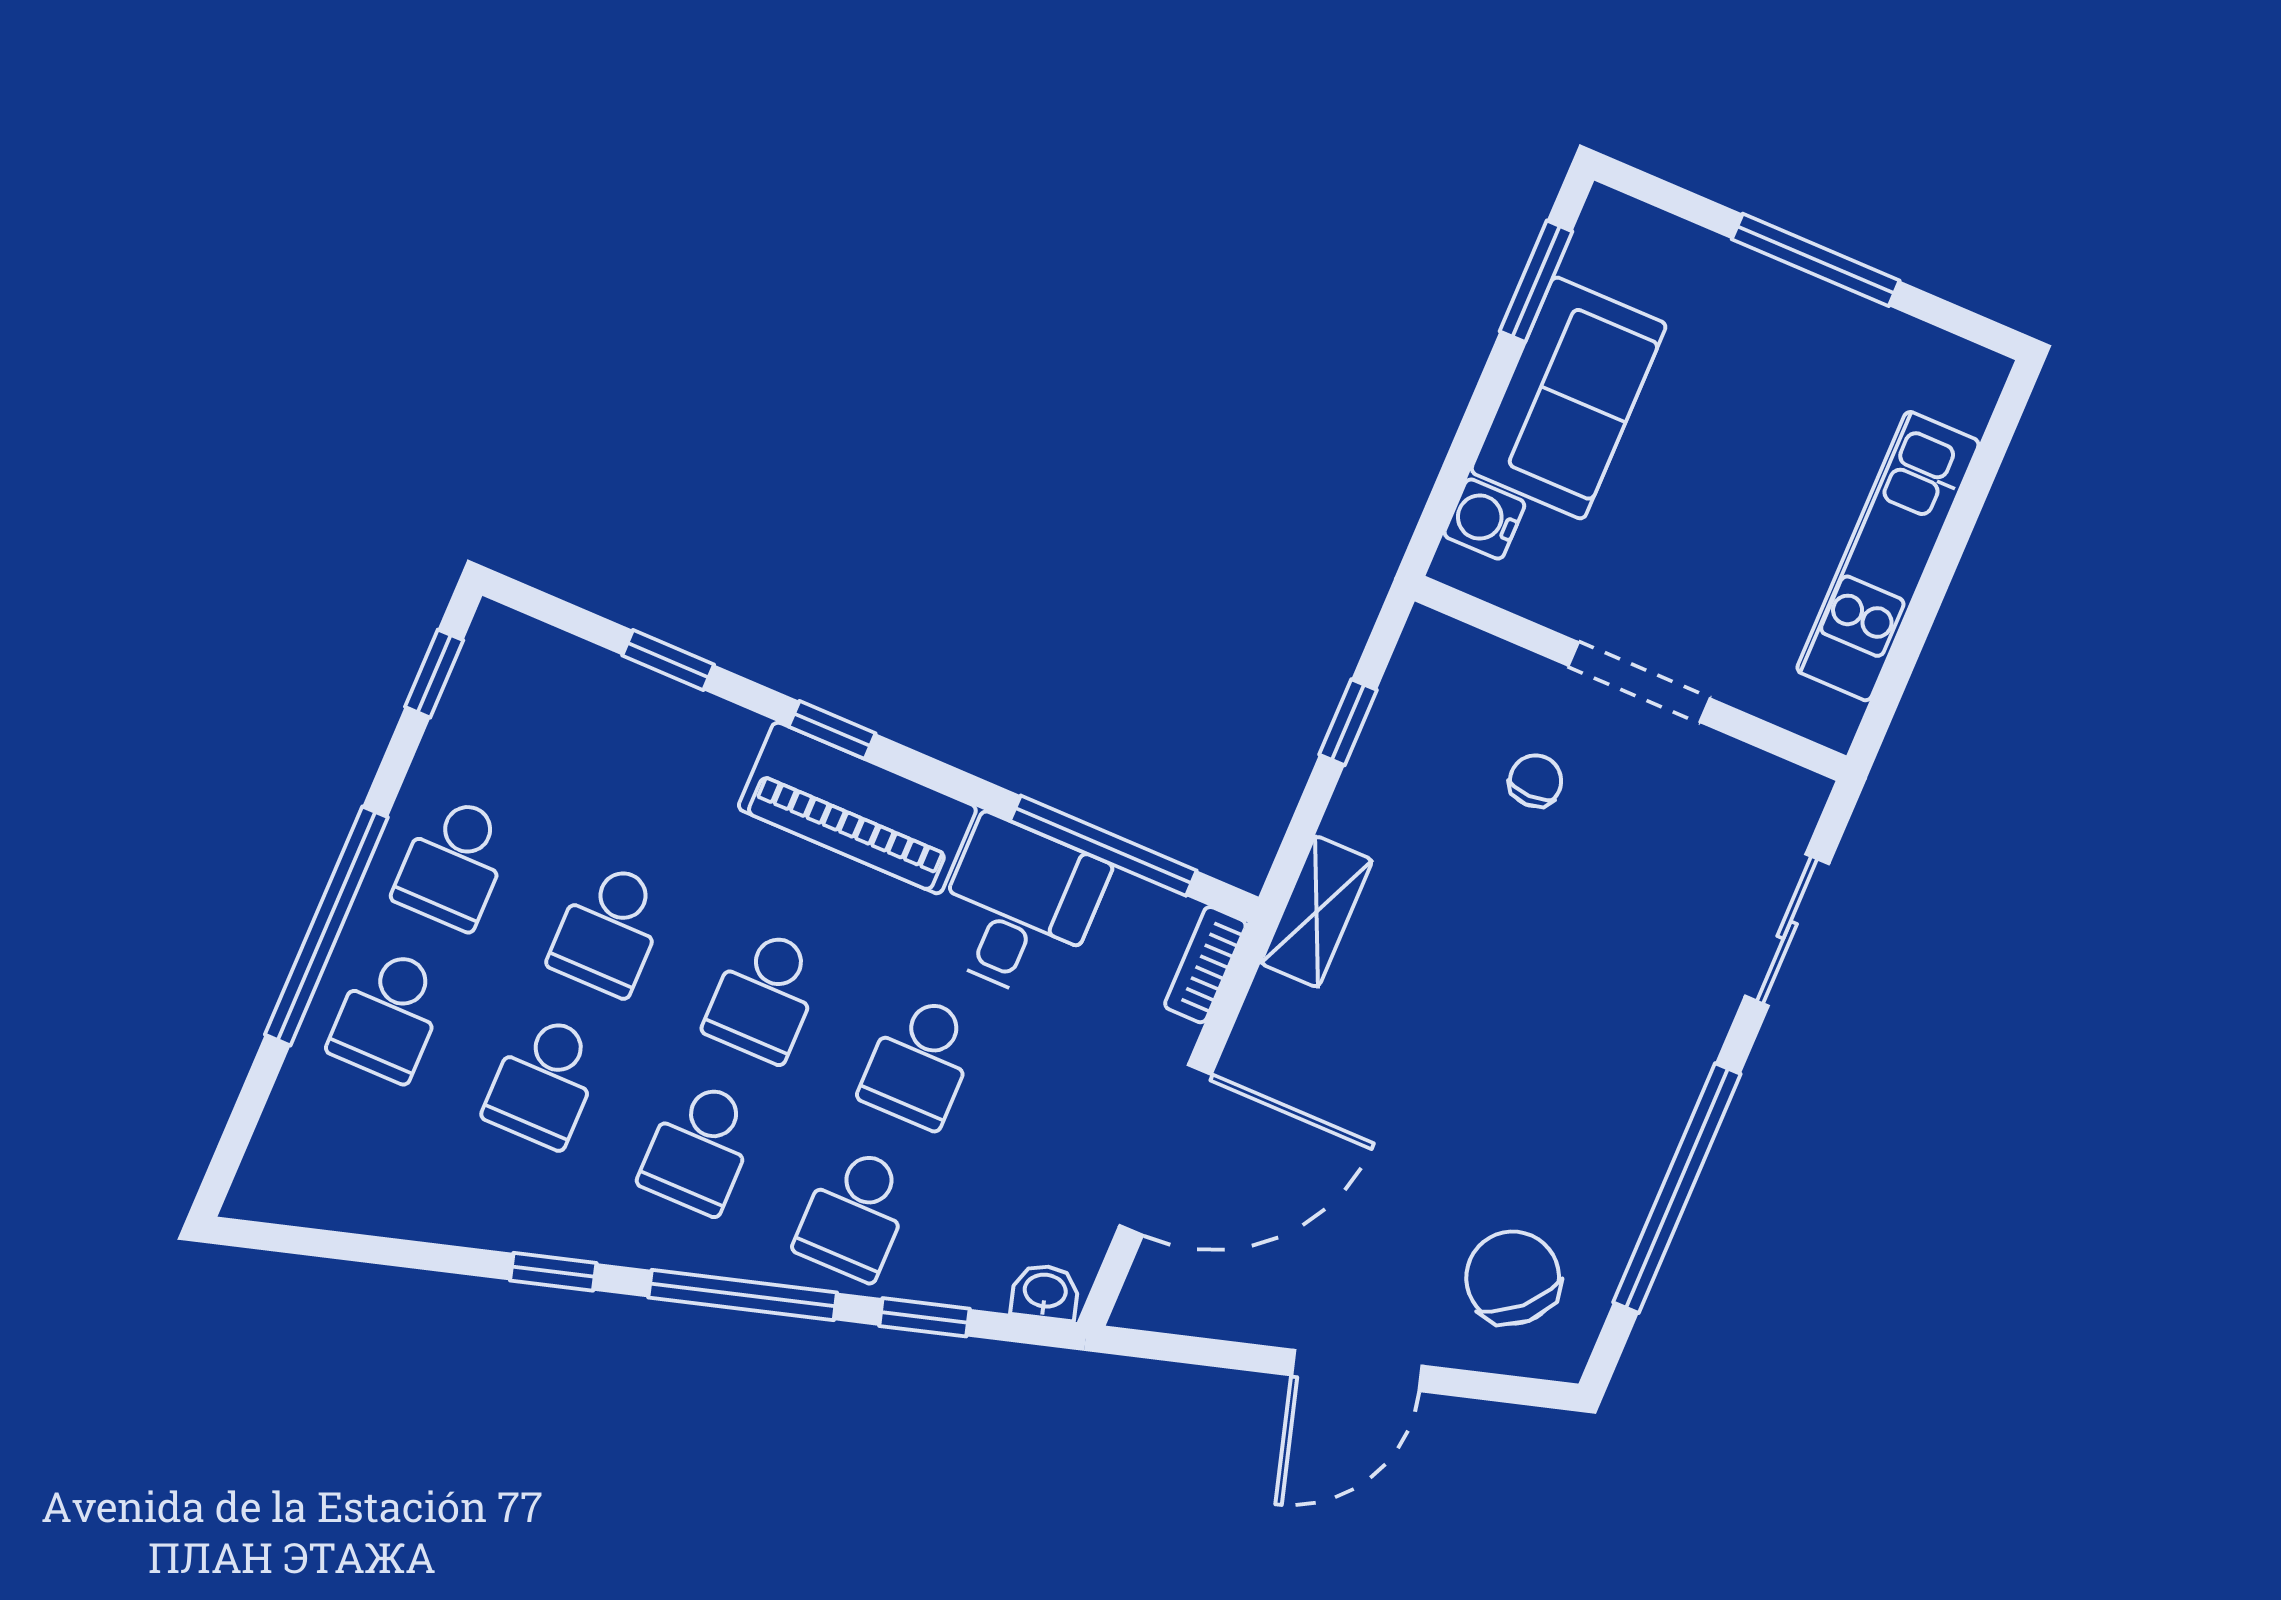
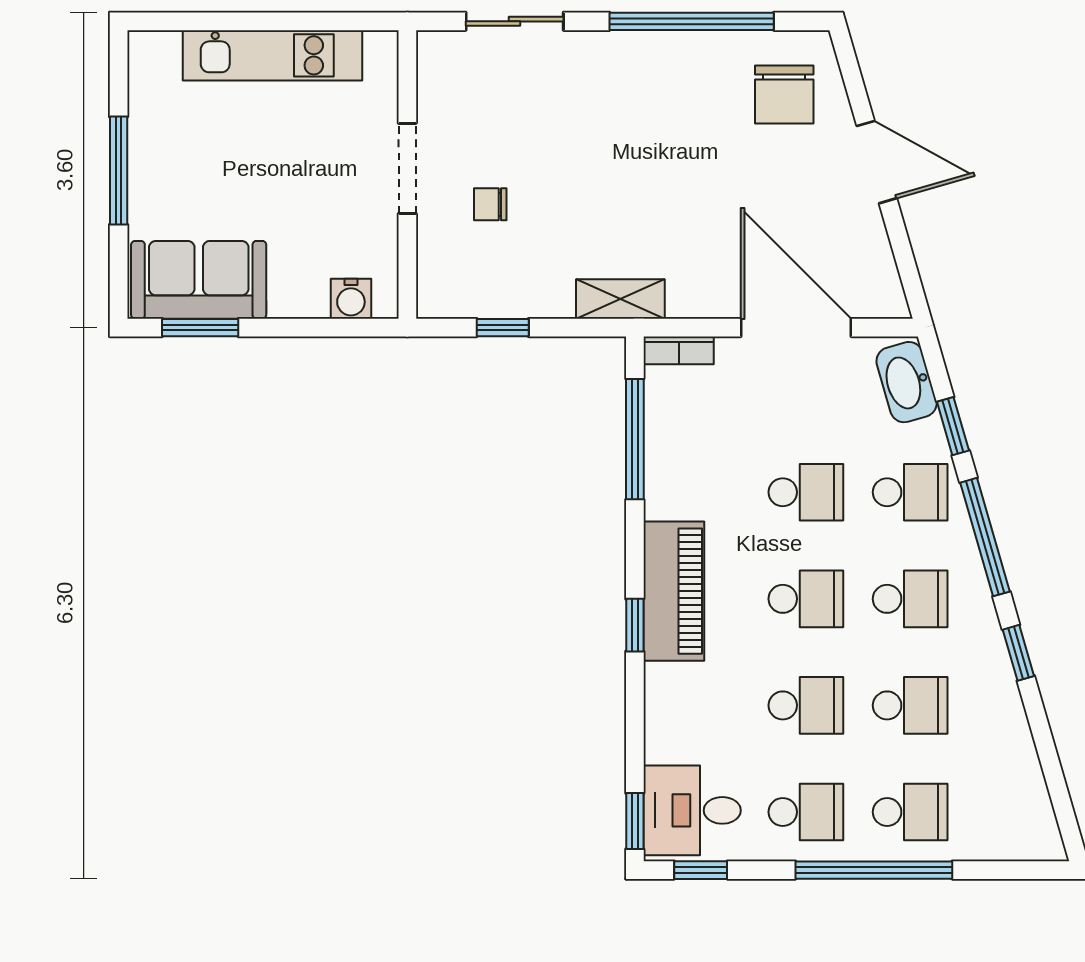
sofa: (1569, 398) -> (199, 280), moved
window: (668, 660) -> (635, 821), moved
desk: (1018, 908) -> (692, 810), moved
chair: (1513, 1278) -> (784, 94), turned -46
washbasin: (1045, 1292) -> (907, 382), width x1.91, depth x1.45

